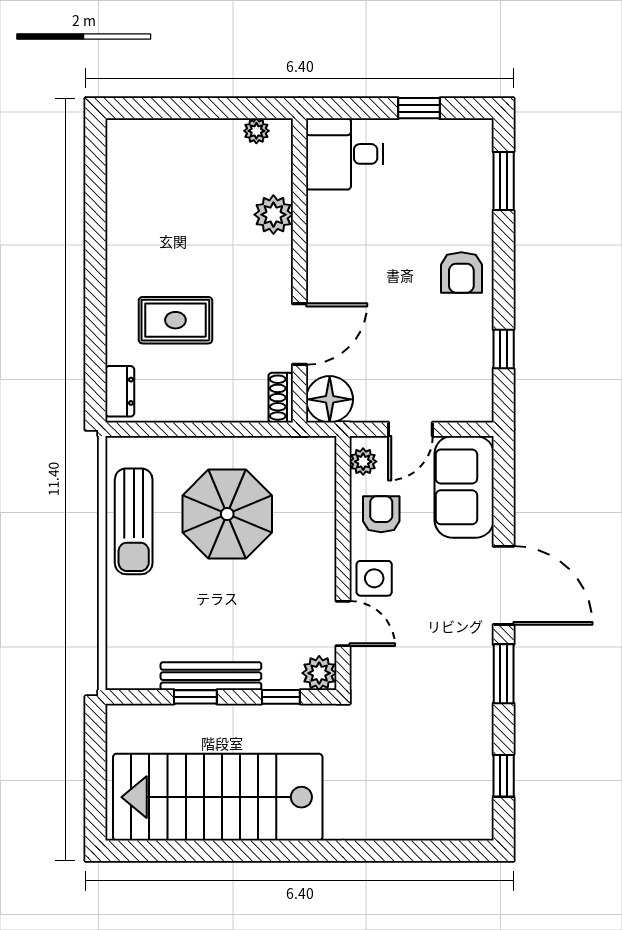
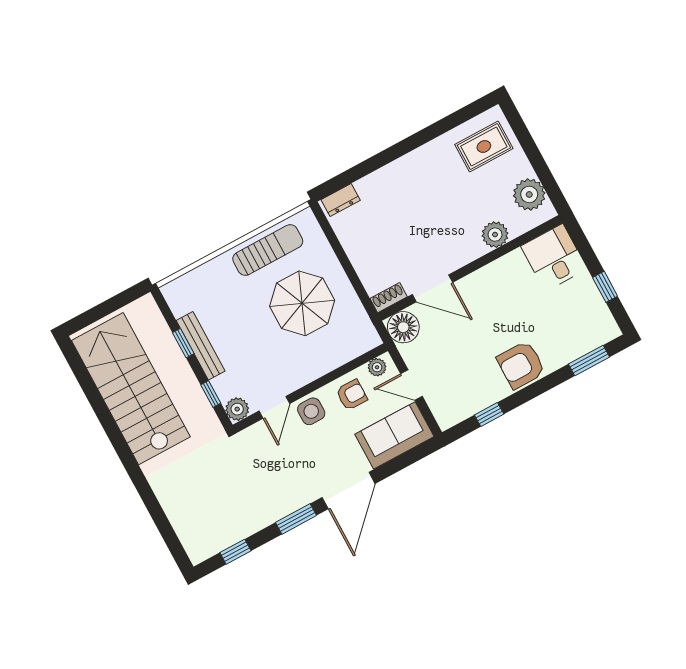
plant: (256, 131) -> (529, 194), width x1.88, depth x1.88
armchair: (461, 272) -> (521, 365), width x1.38, depth x1.38
rug: (175, 320) -> (484, 146), moved, turned 90
sun lounger: (134, 521) -> (268, 250), turned 180

